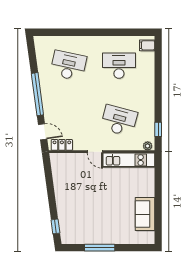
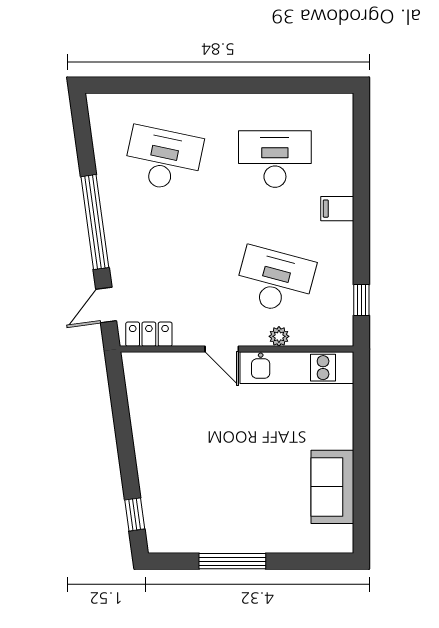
filing cabinet: (147, 45) -> (337, 209), moved
door: (43, 132) -> (106, 305), swing flipped
plant: (148, 146) -> (279, 336), moved

